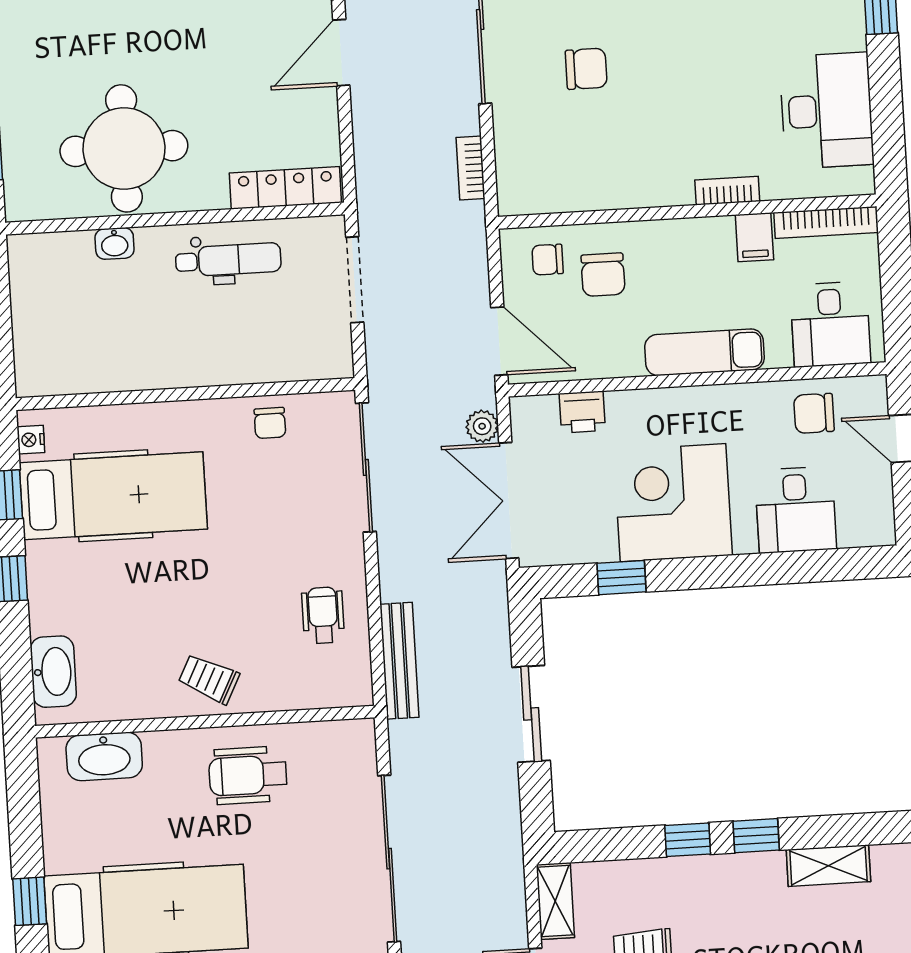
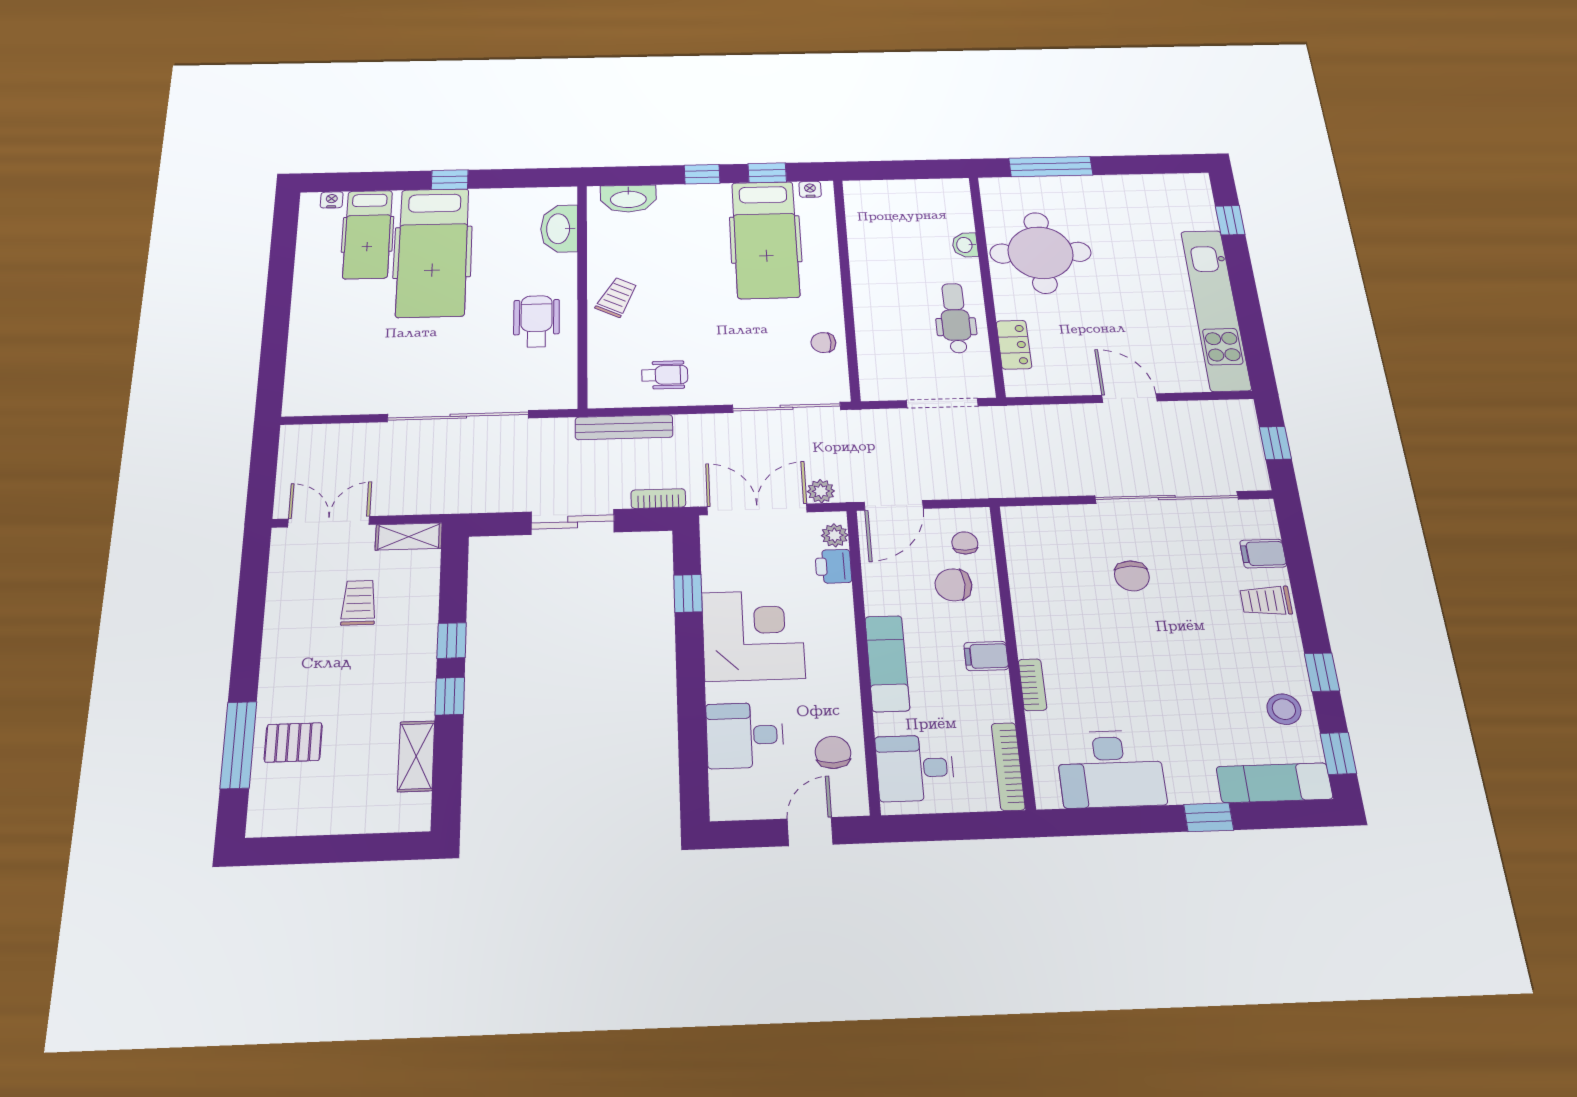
bookcase: (470, 168) -> (658, 499), moved
locker: (285, 188) -> (1014, 345), width x0.66
filing cabinet: (754, 237) -> (986, 656), moved
dental chair: (228, 260) -> (955, 318), turned 180
plant: (541, 410) -> (835, 535), added

